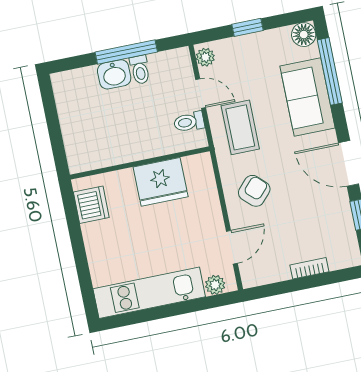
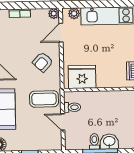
plant: (205, 57) -> (54, 14), moved
coffee table: (240, 127) -> (44, 99), turned 90
fridge: (161, 182) -> (82, 77), moved

